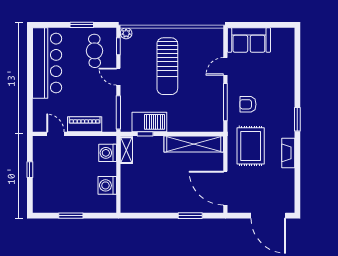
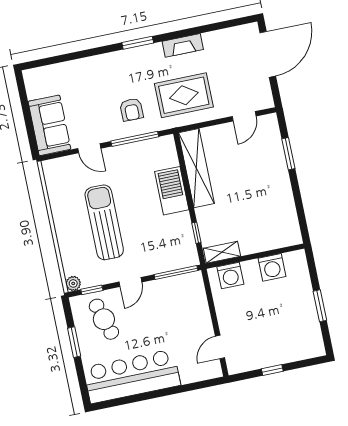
cafe table: (94, 51) -> (104, 319), turned 74
sun lounger: (167, 66) -> (104, 222), turned -90
barbecue: (149, 122) -> (172, 191), moved
piano: (85, 124) -> (200, 312), removed
door: (225, 188) -> (244, 116), width x0.53

